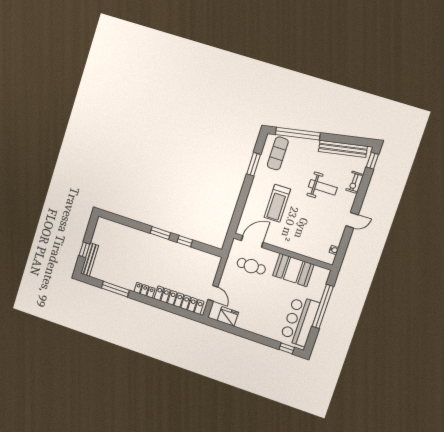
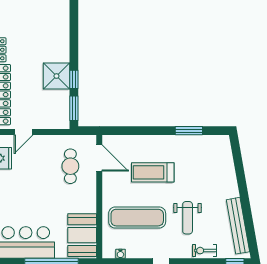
window: (298, 134) -> (239, 170), removed
exercise mat: (278, 153) -> (137, 218), moved, width x1.36, depth x1.45
window: (160, 233) -> (74, 108), moved
shower: (178, 254) -> (56, 76), added
booth: (293, 270) -> (82, 235), moved

